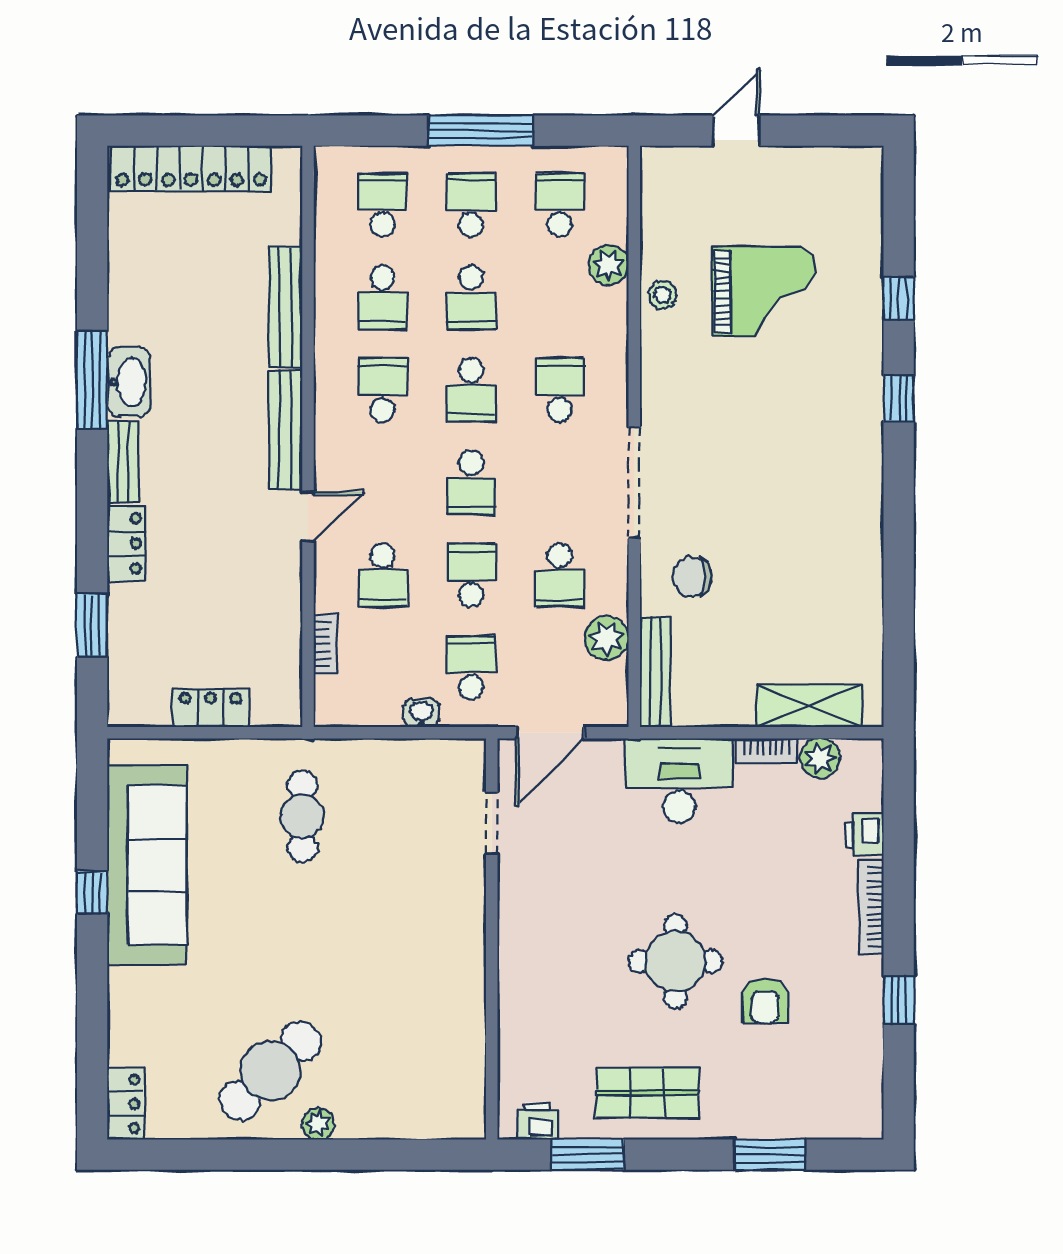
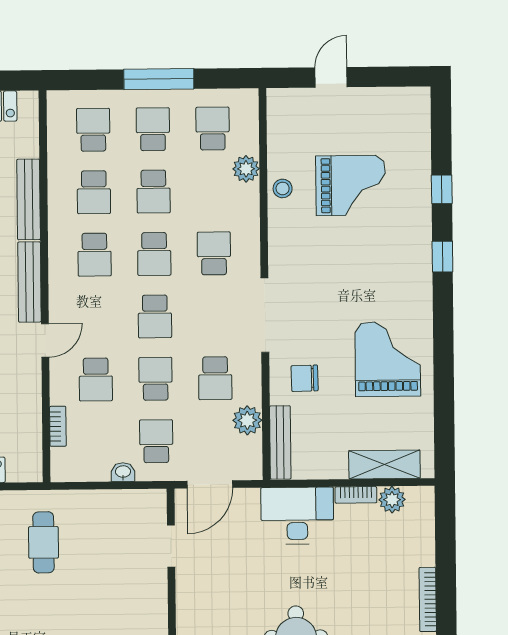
school desk: (382, 390) -> (95, 255), turned 180
grand piano: (816, 550) -> (388, 359), added
printer: (864, 835) -> (422, 551), removed

